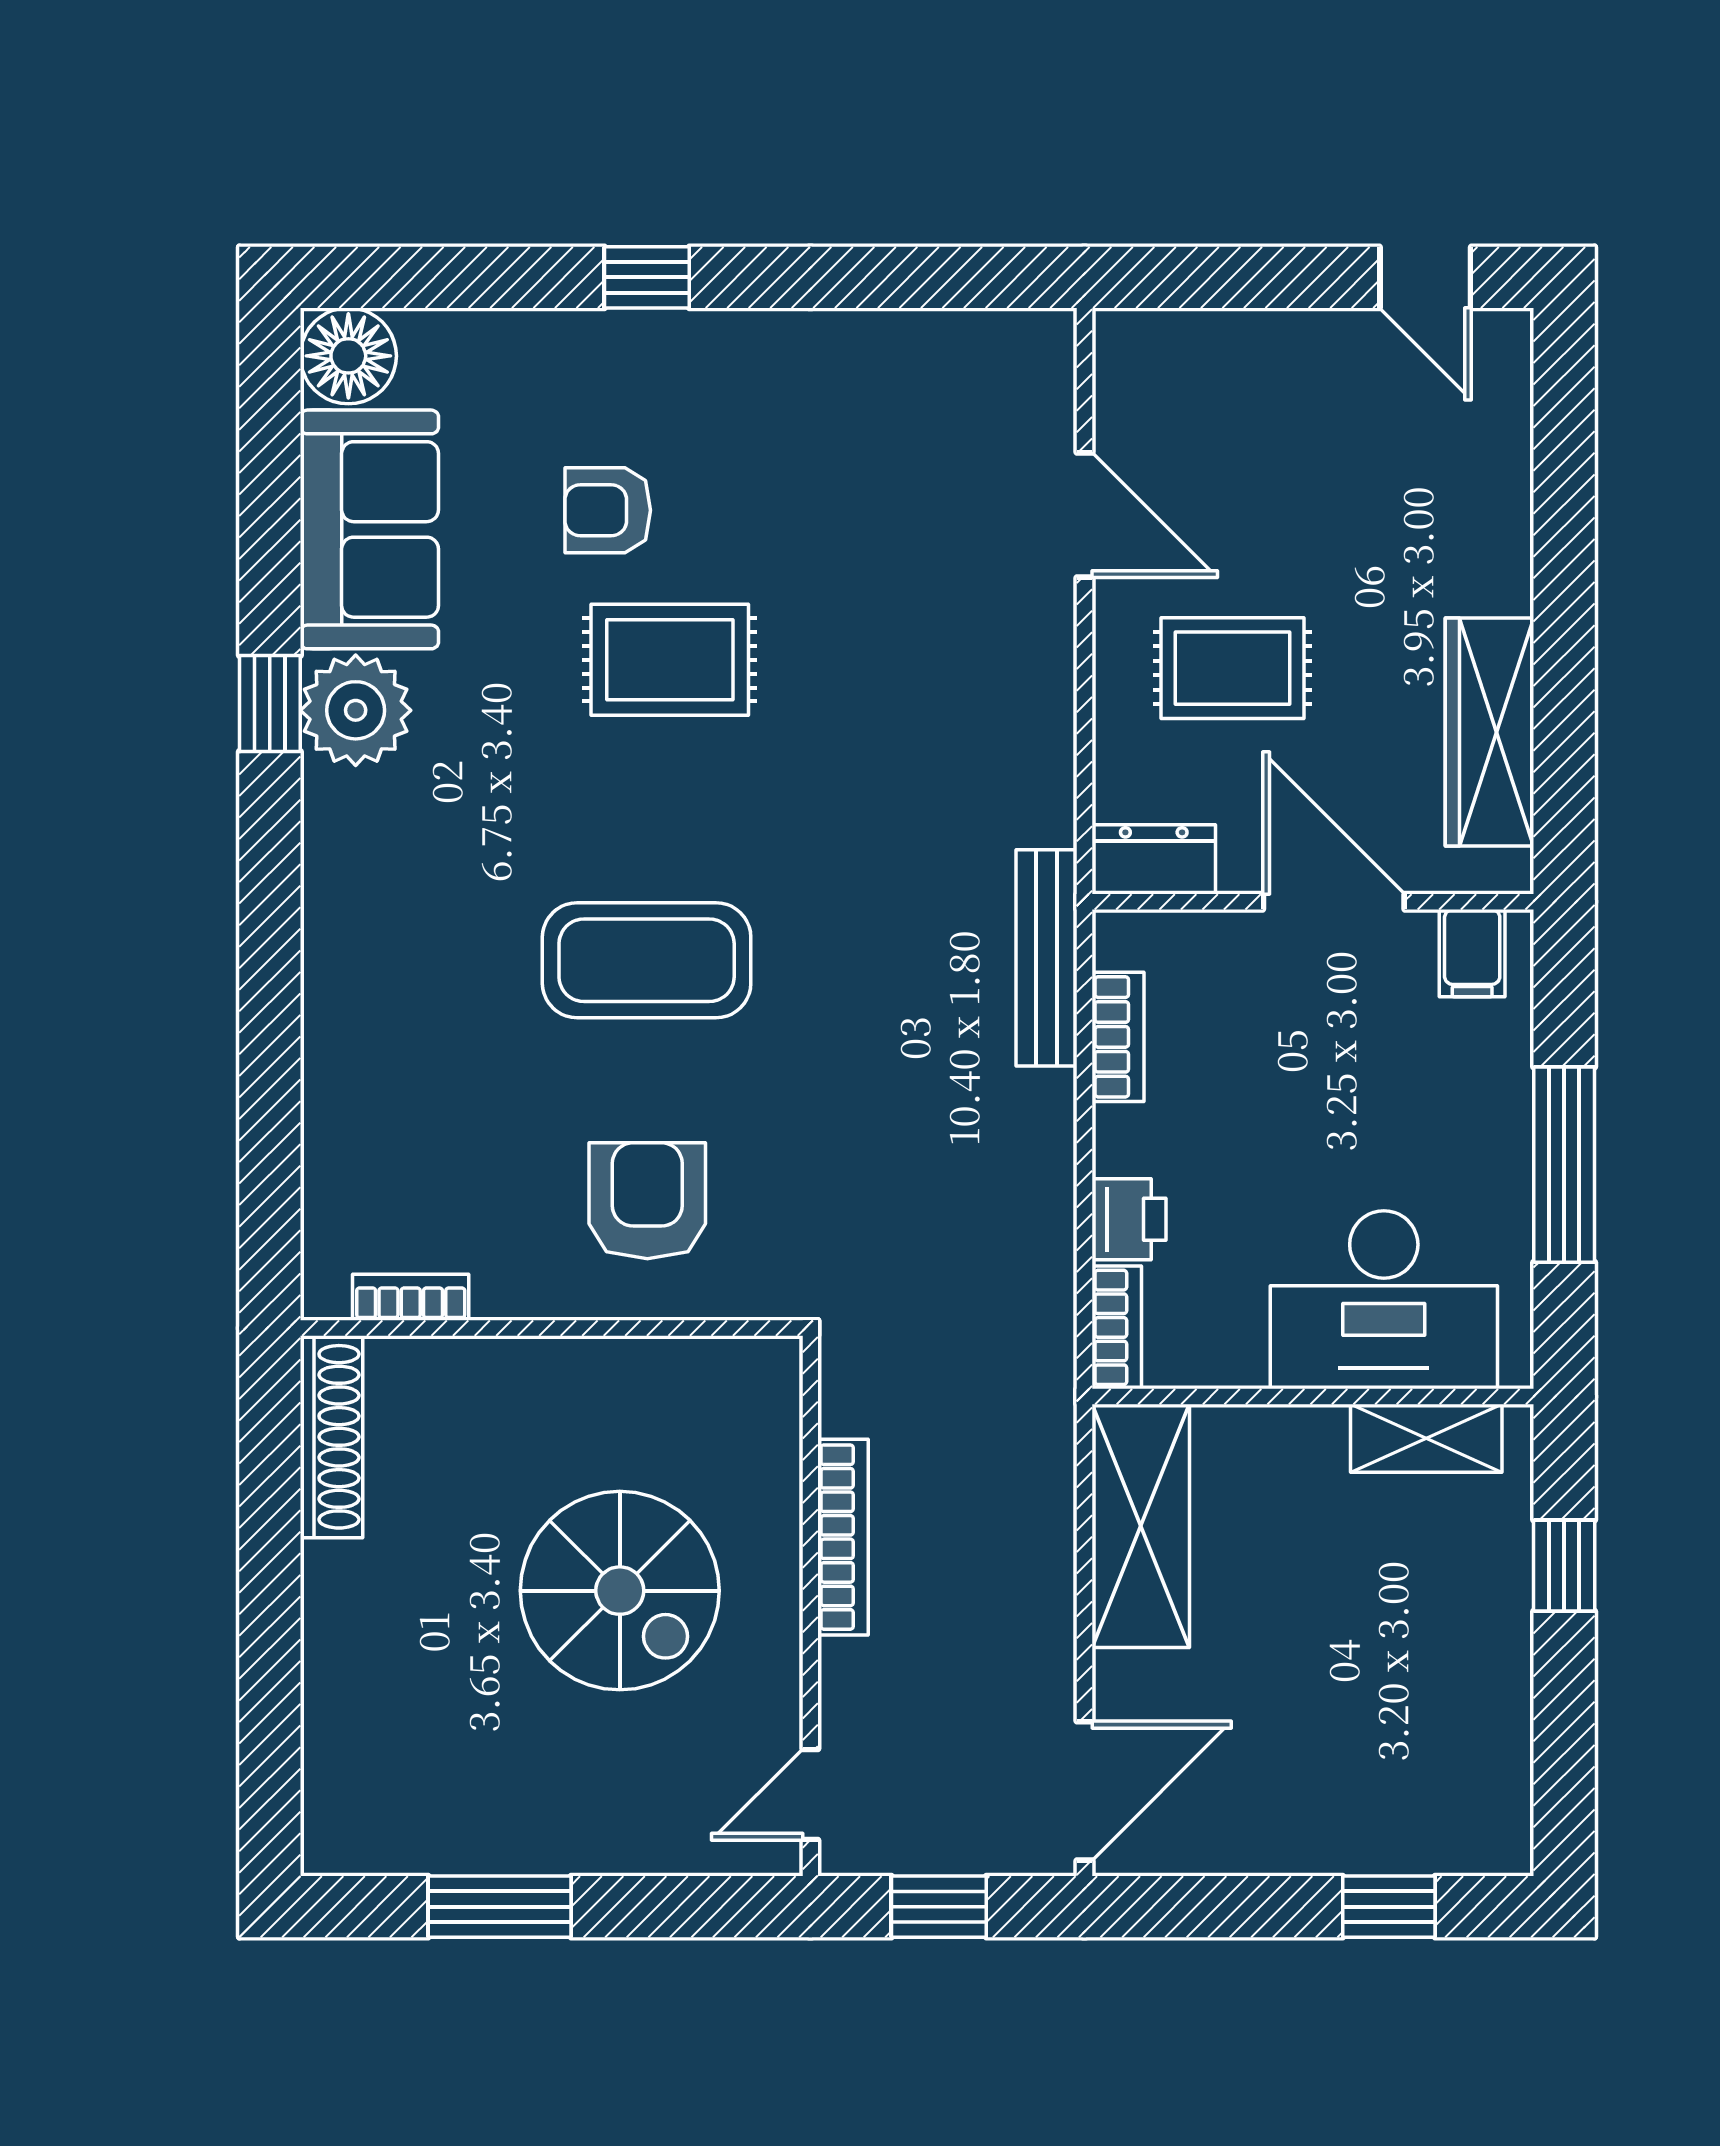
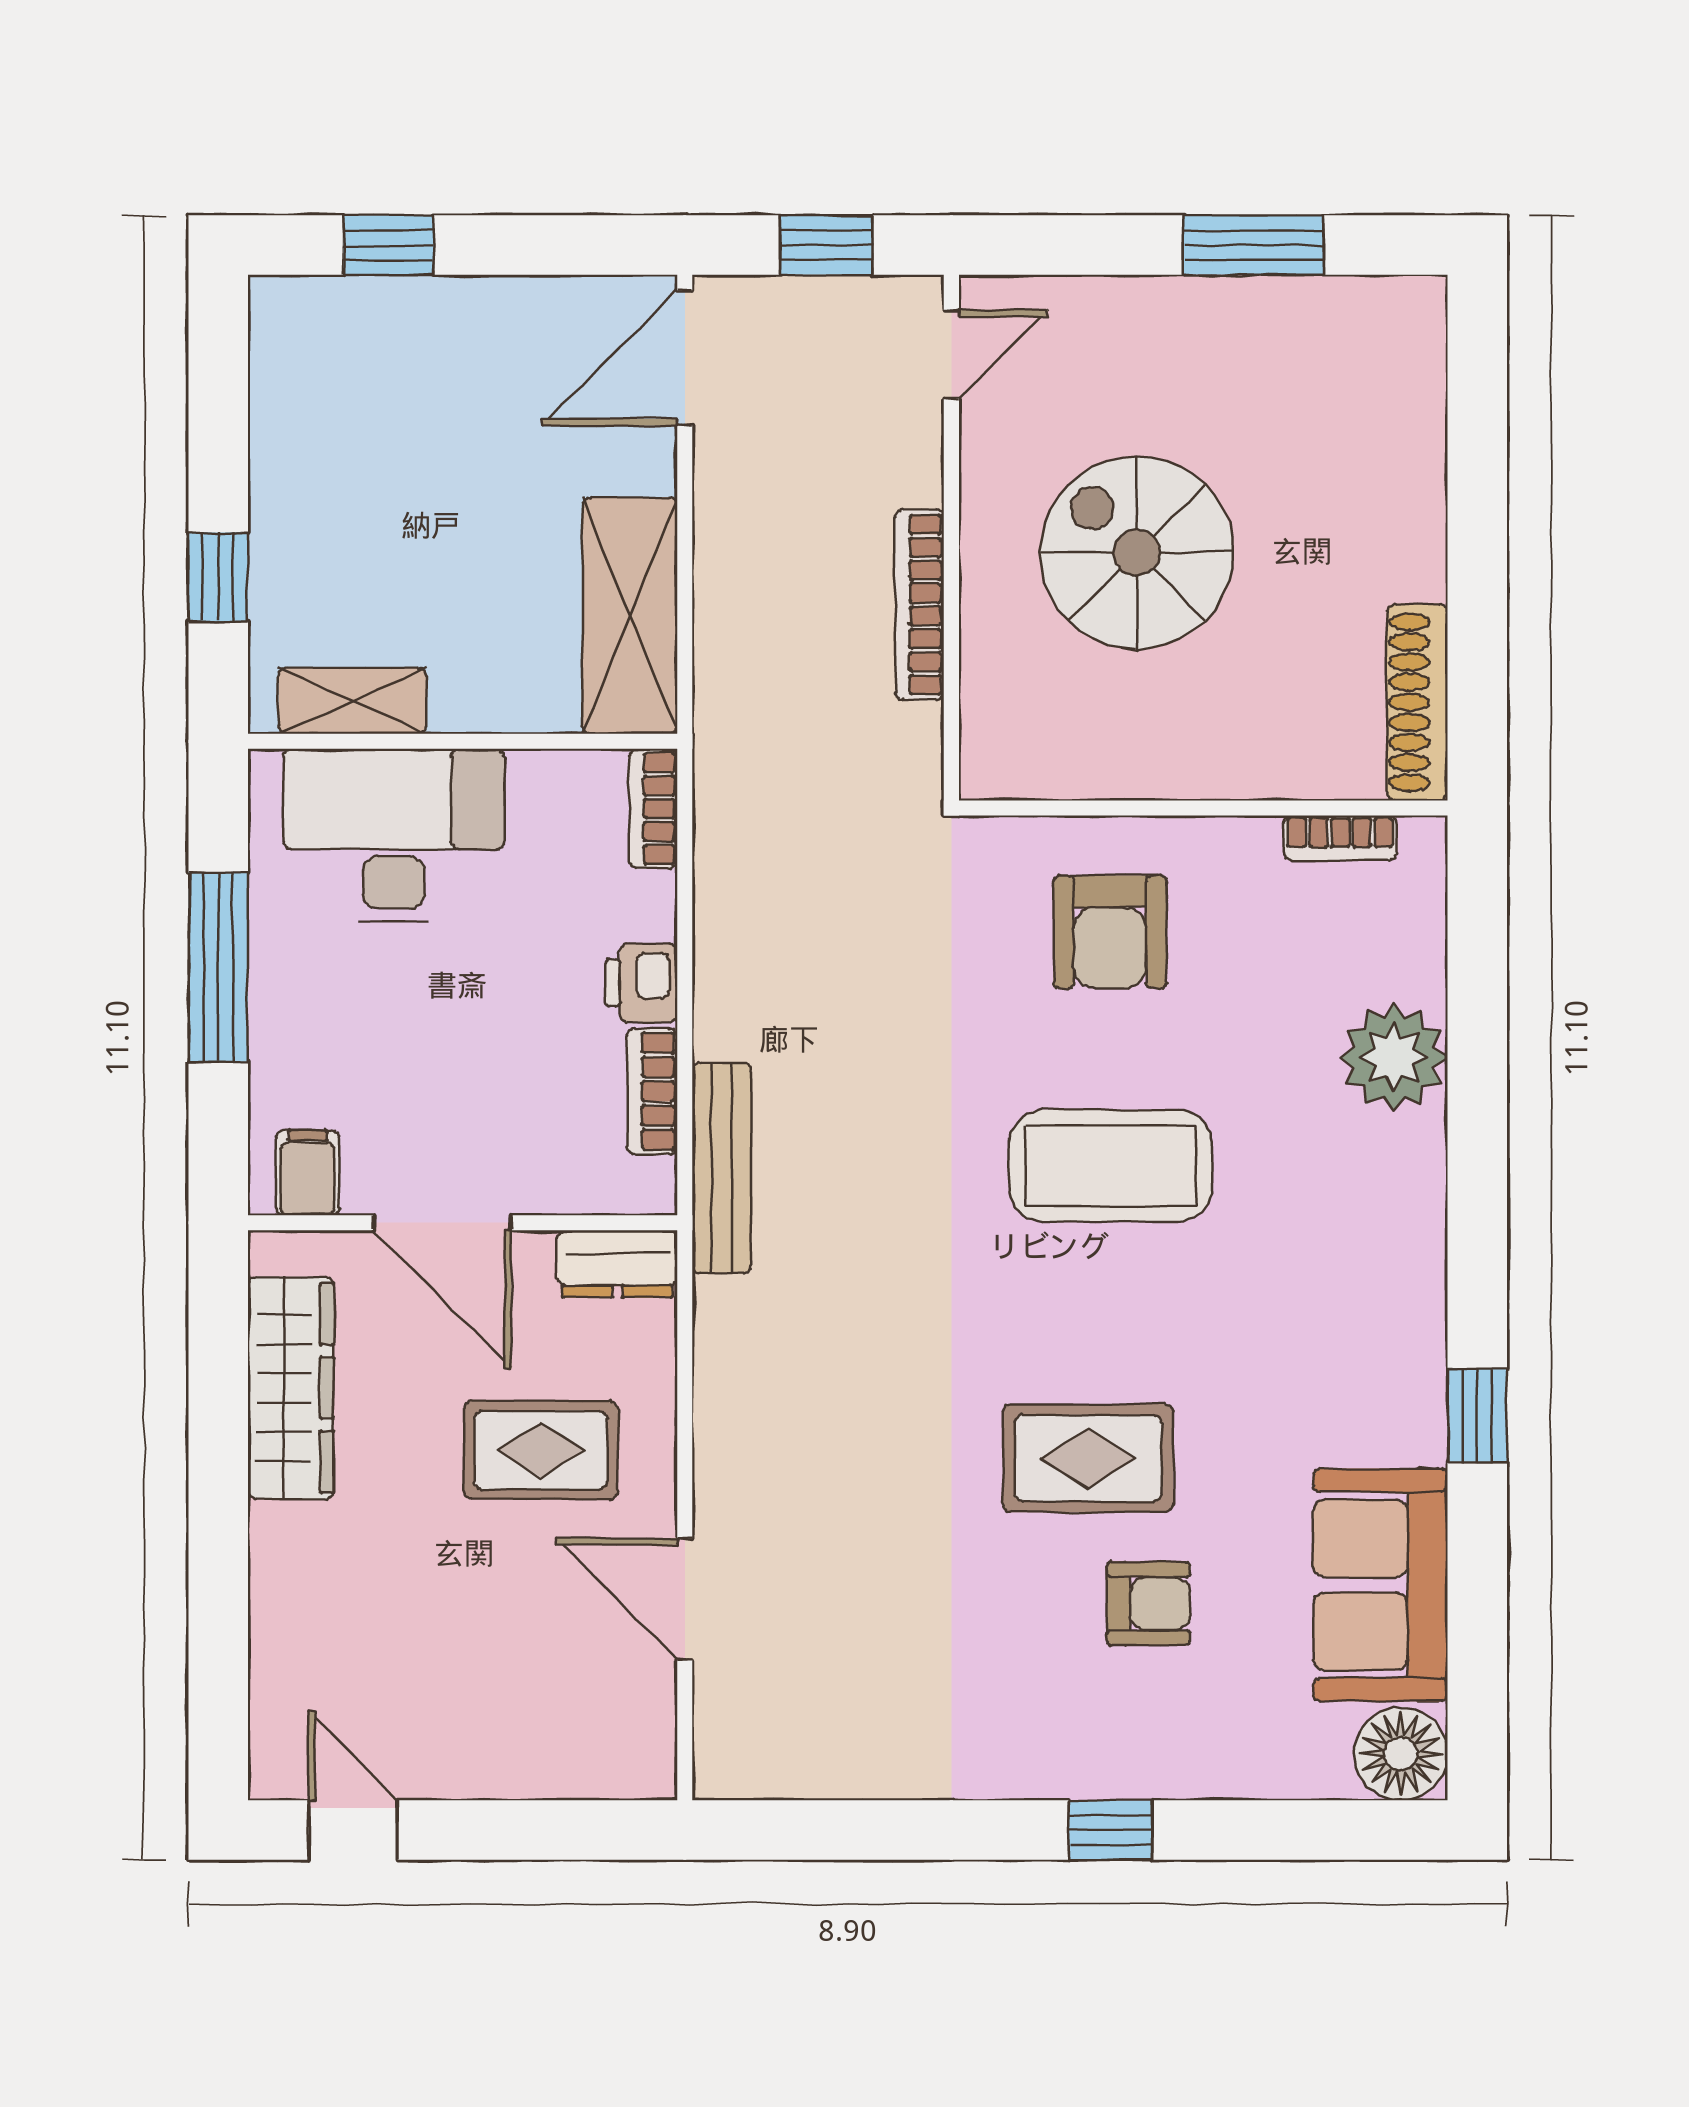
plant: (356, 710) -> (1394, 1057), moved
printer: (1129, 1219) -> (641, 983), moved

